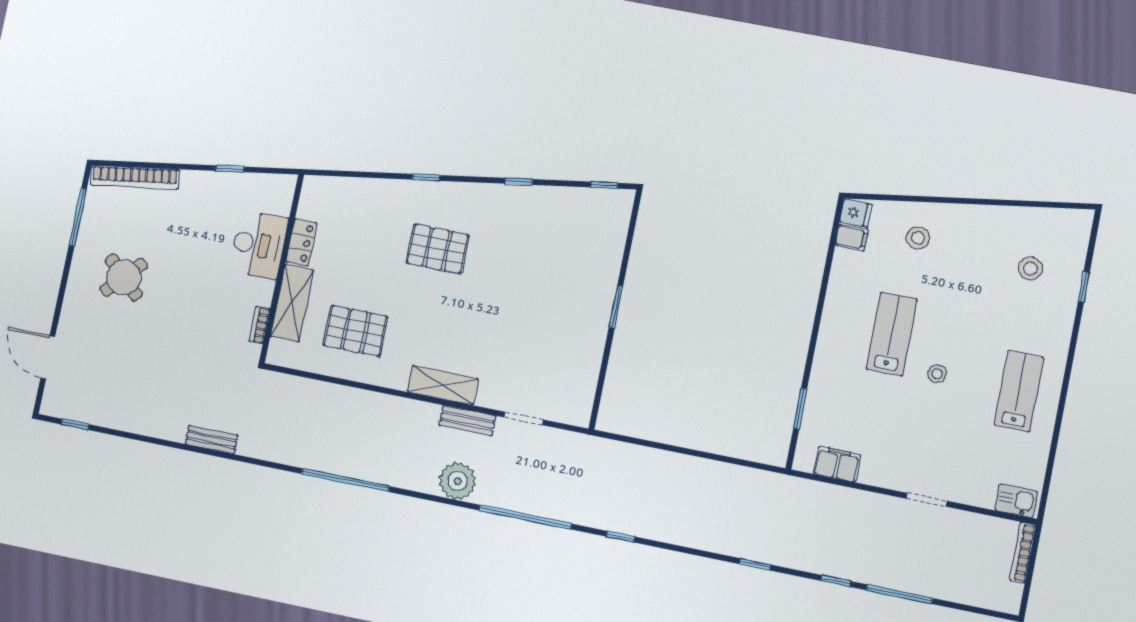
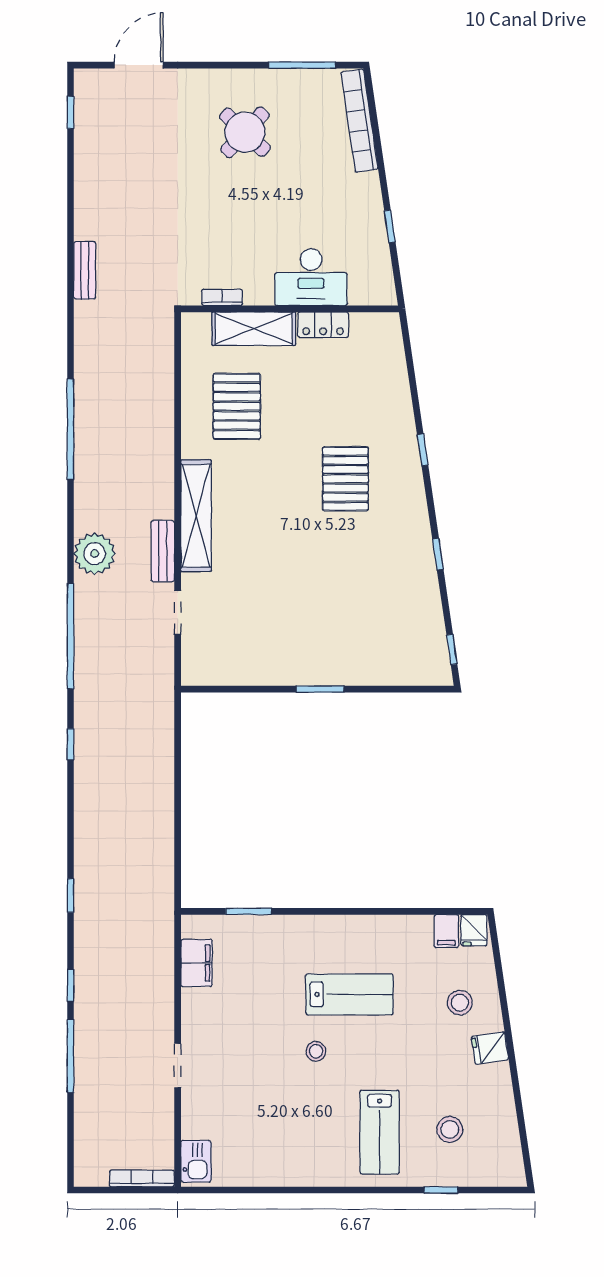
fridge: (964, 219) -> (490, 1048), added
shelving: (443, 385) -> (196, 516), width x1.47
lab bench: (1019, 391) -> (380, 1132), moved, turned 90

